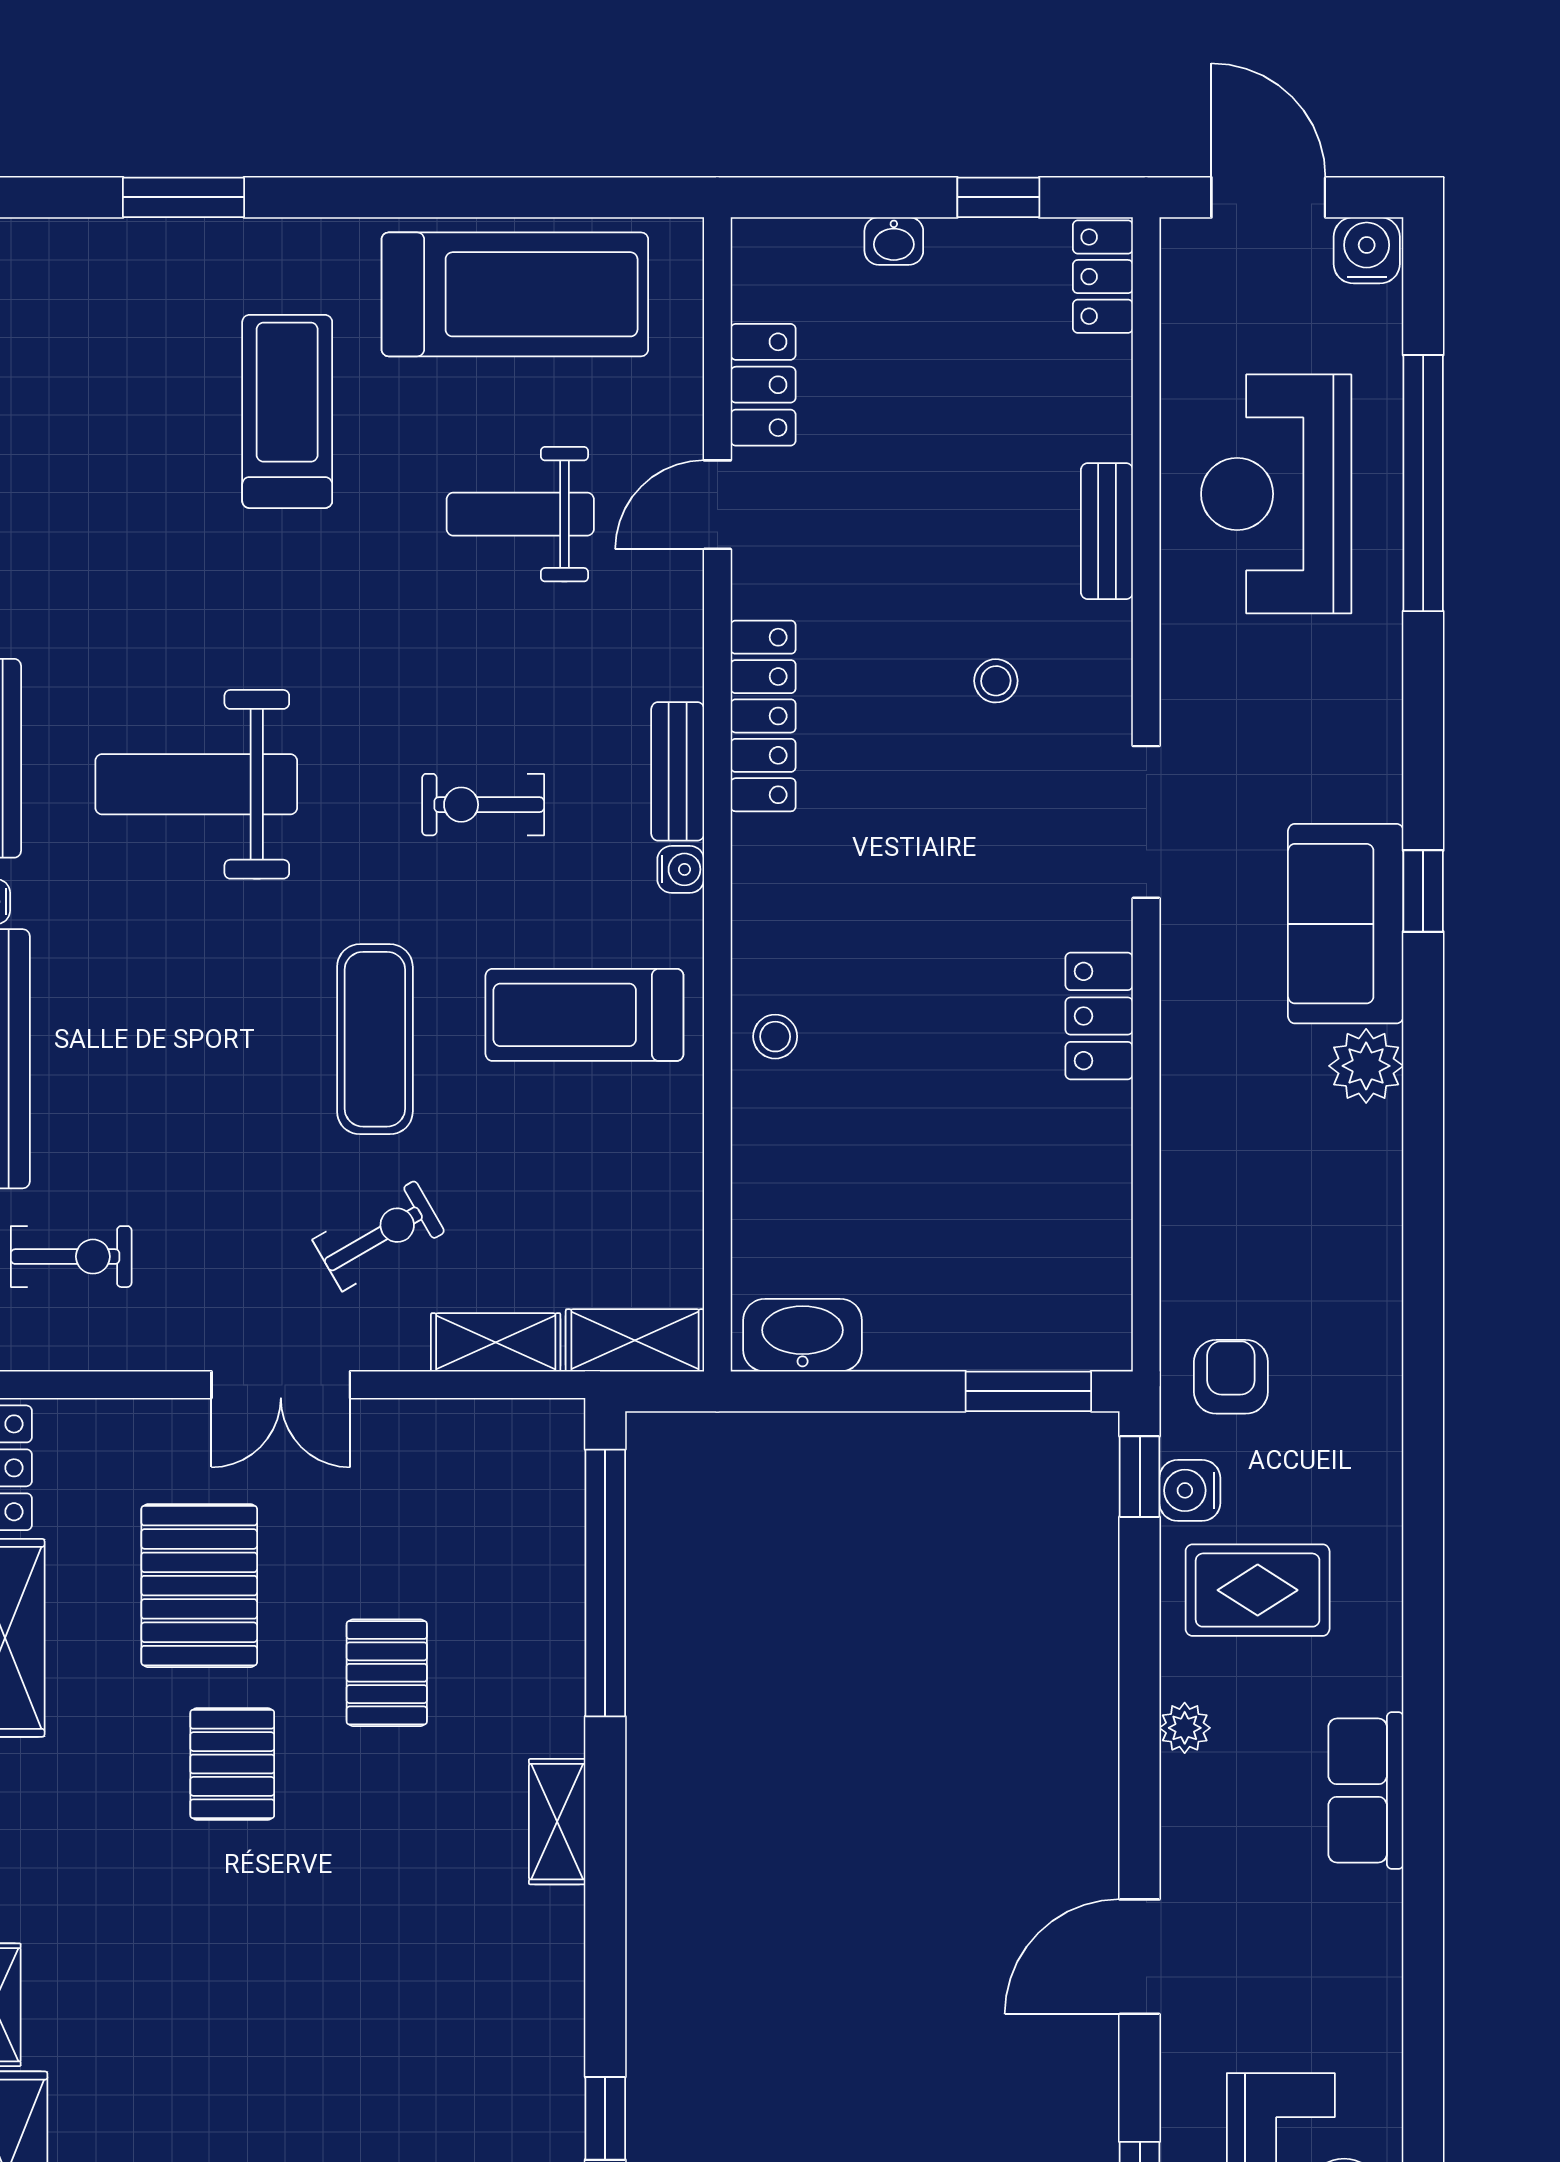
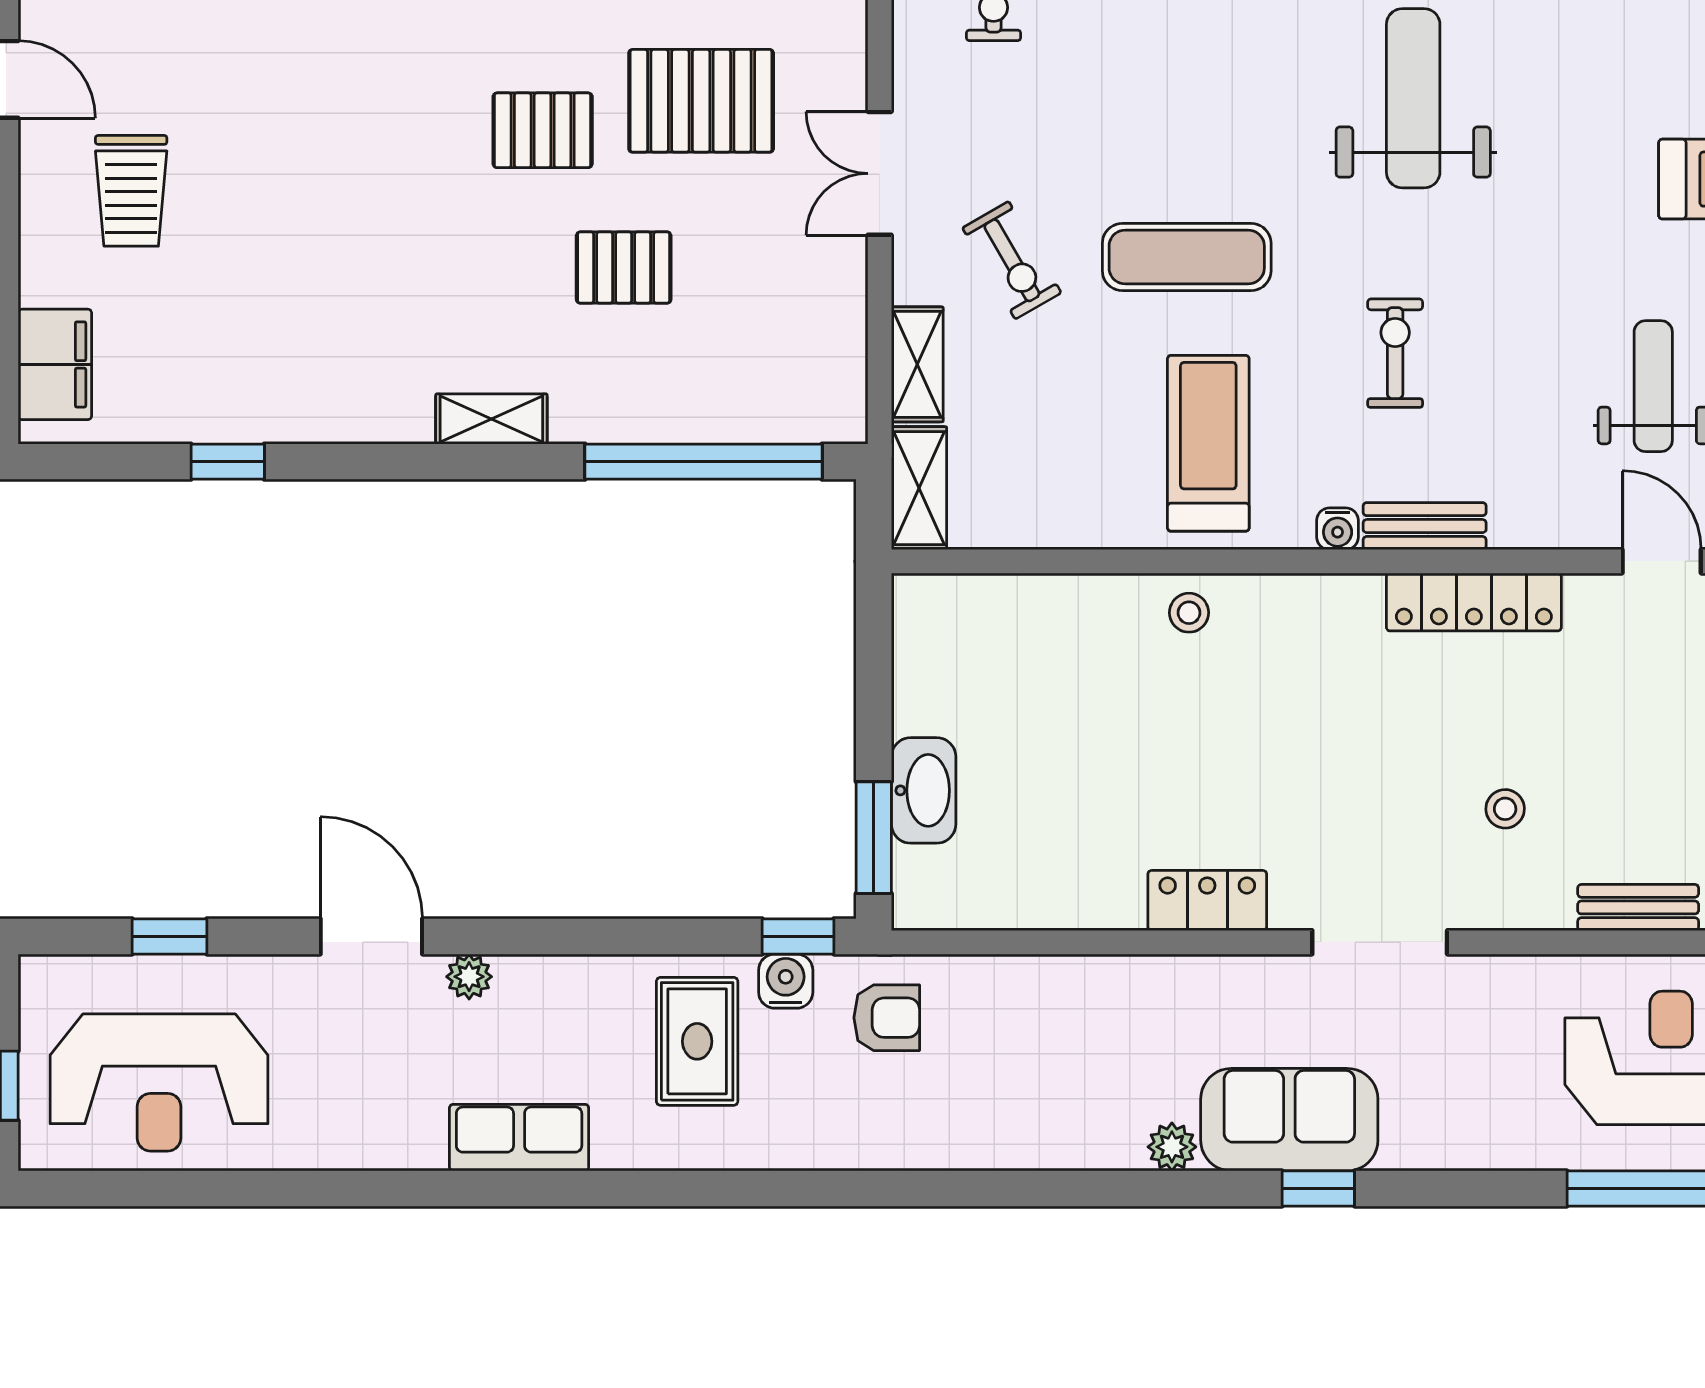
plant: (1366, 1066) -> (1172, 1147), width x0.73, depth x0.73
washbasin: (803, 1335) -> (924, 790), moved
plant: (1185, 1728) -> (469, 977), moved

